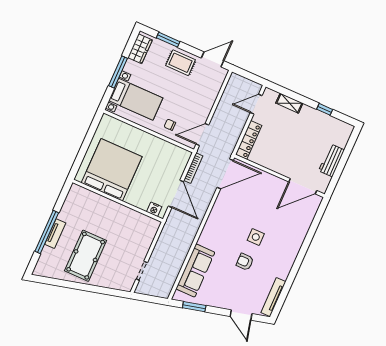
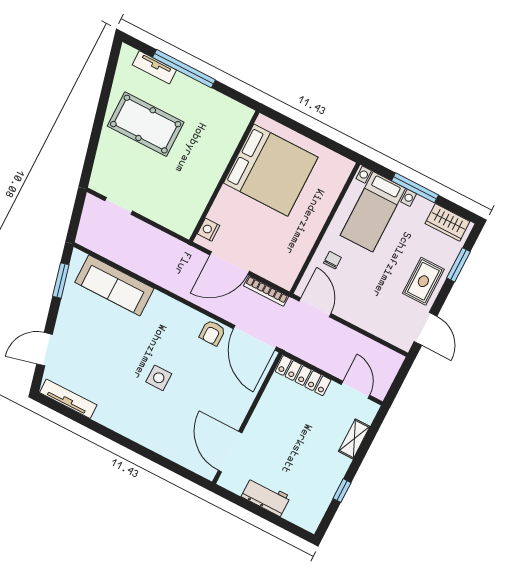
tv unit: (55, 234) -> (154, 67), moved
armchair: (245, 262) -> (212, 333), moved, turned 180

